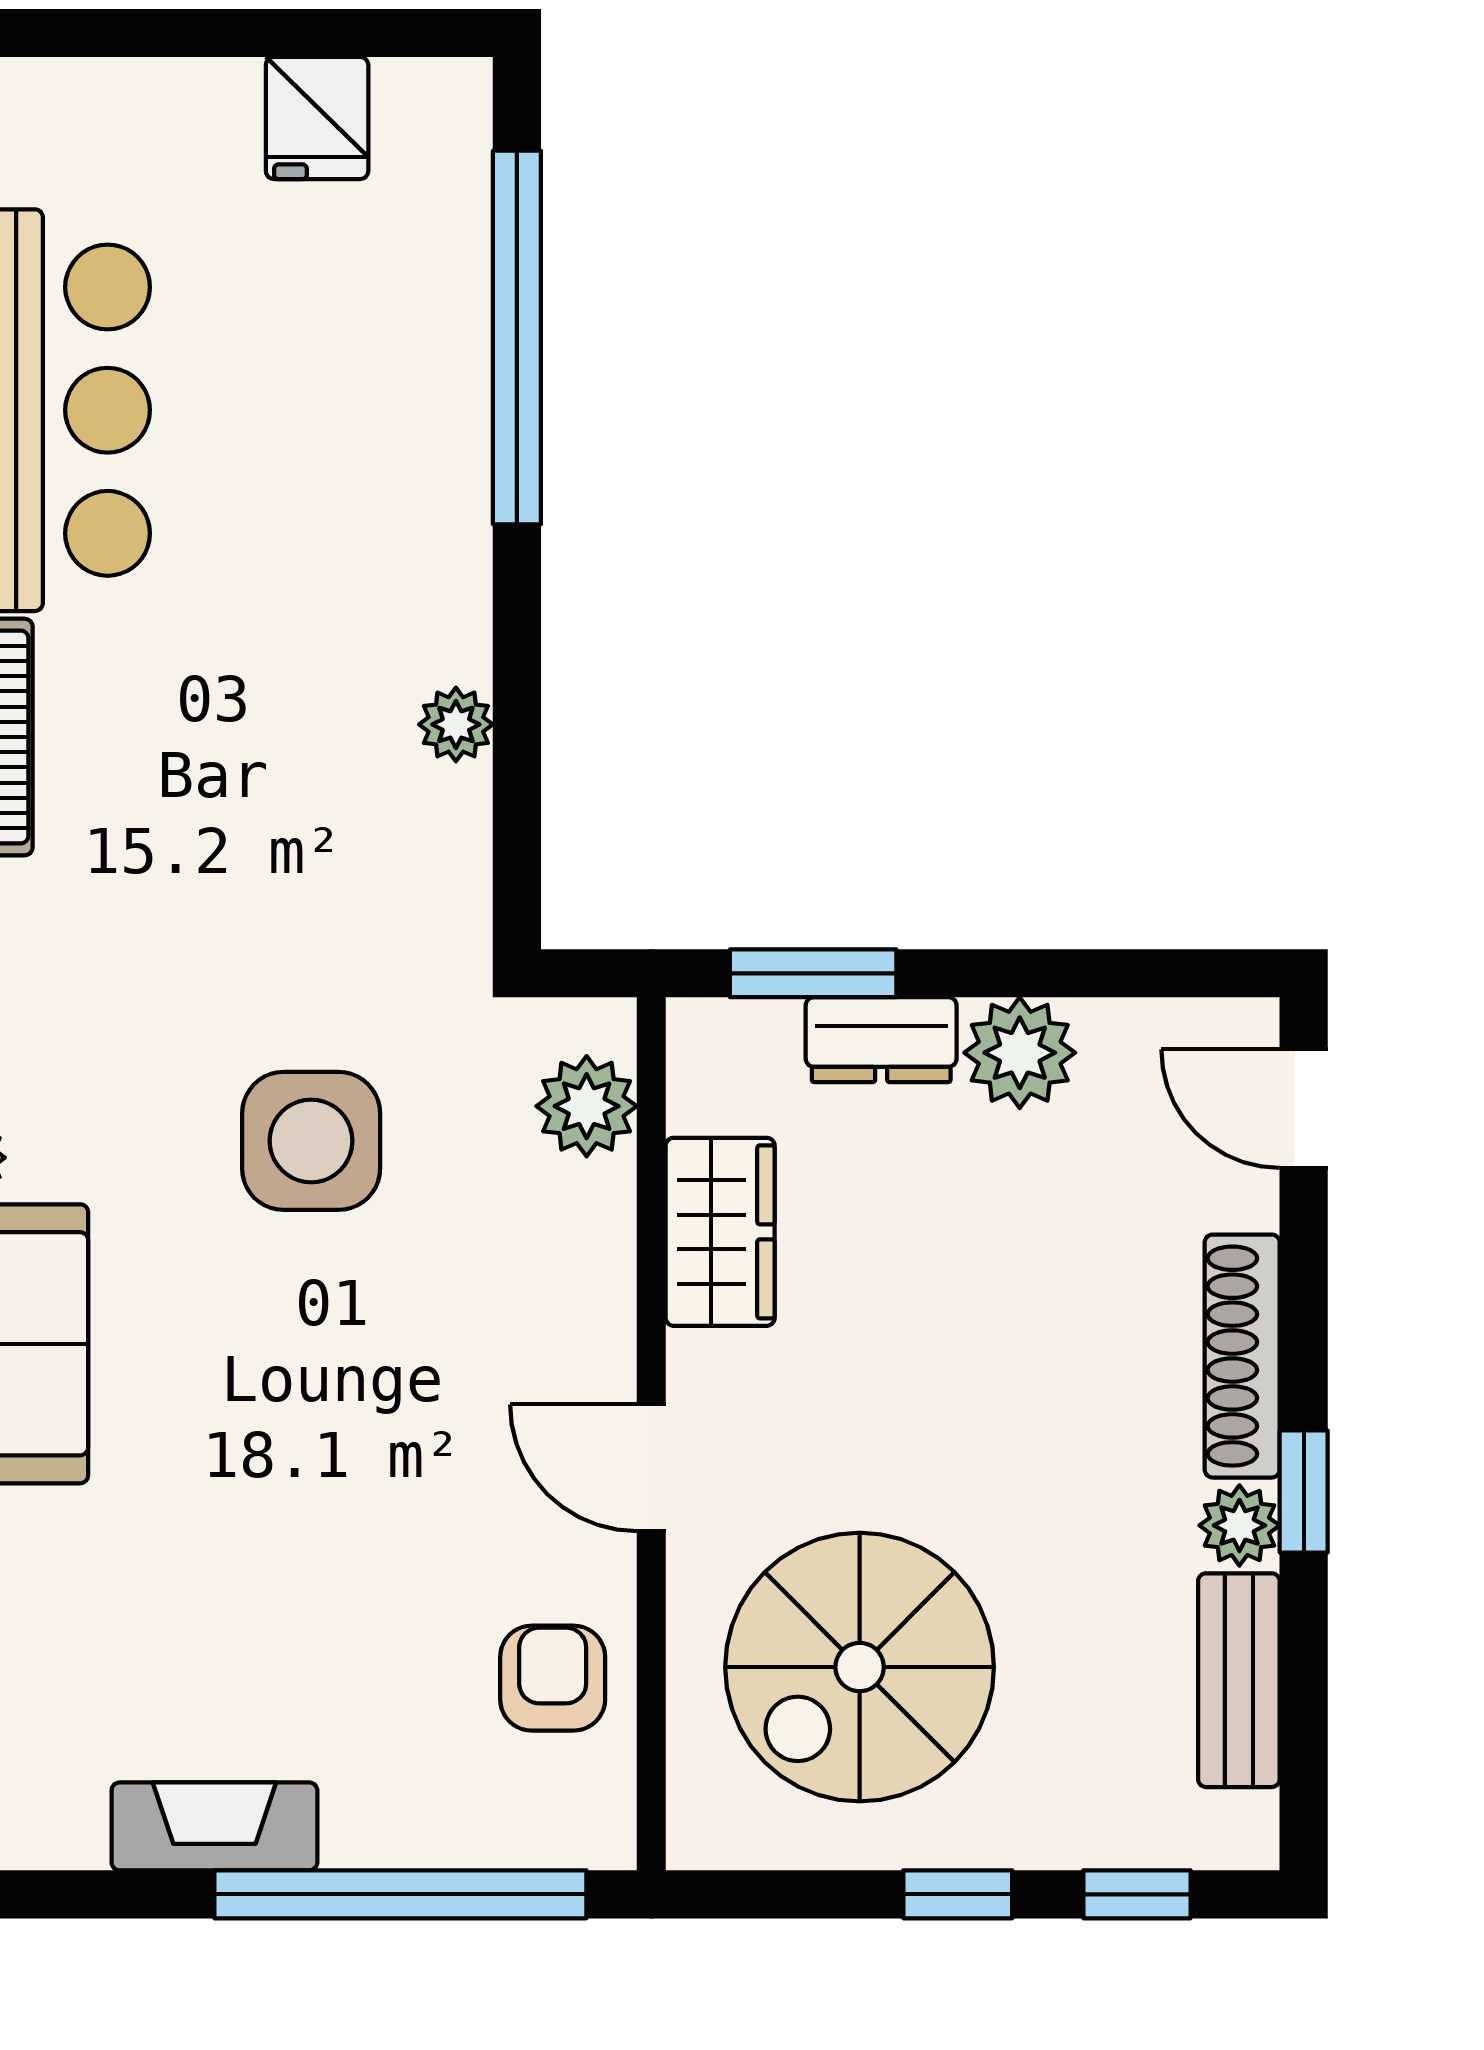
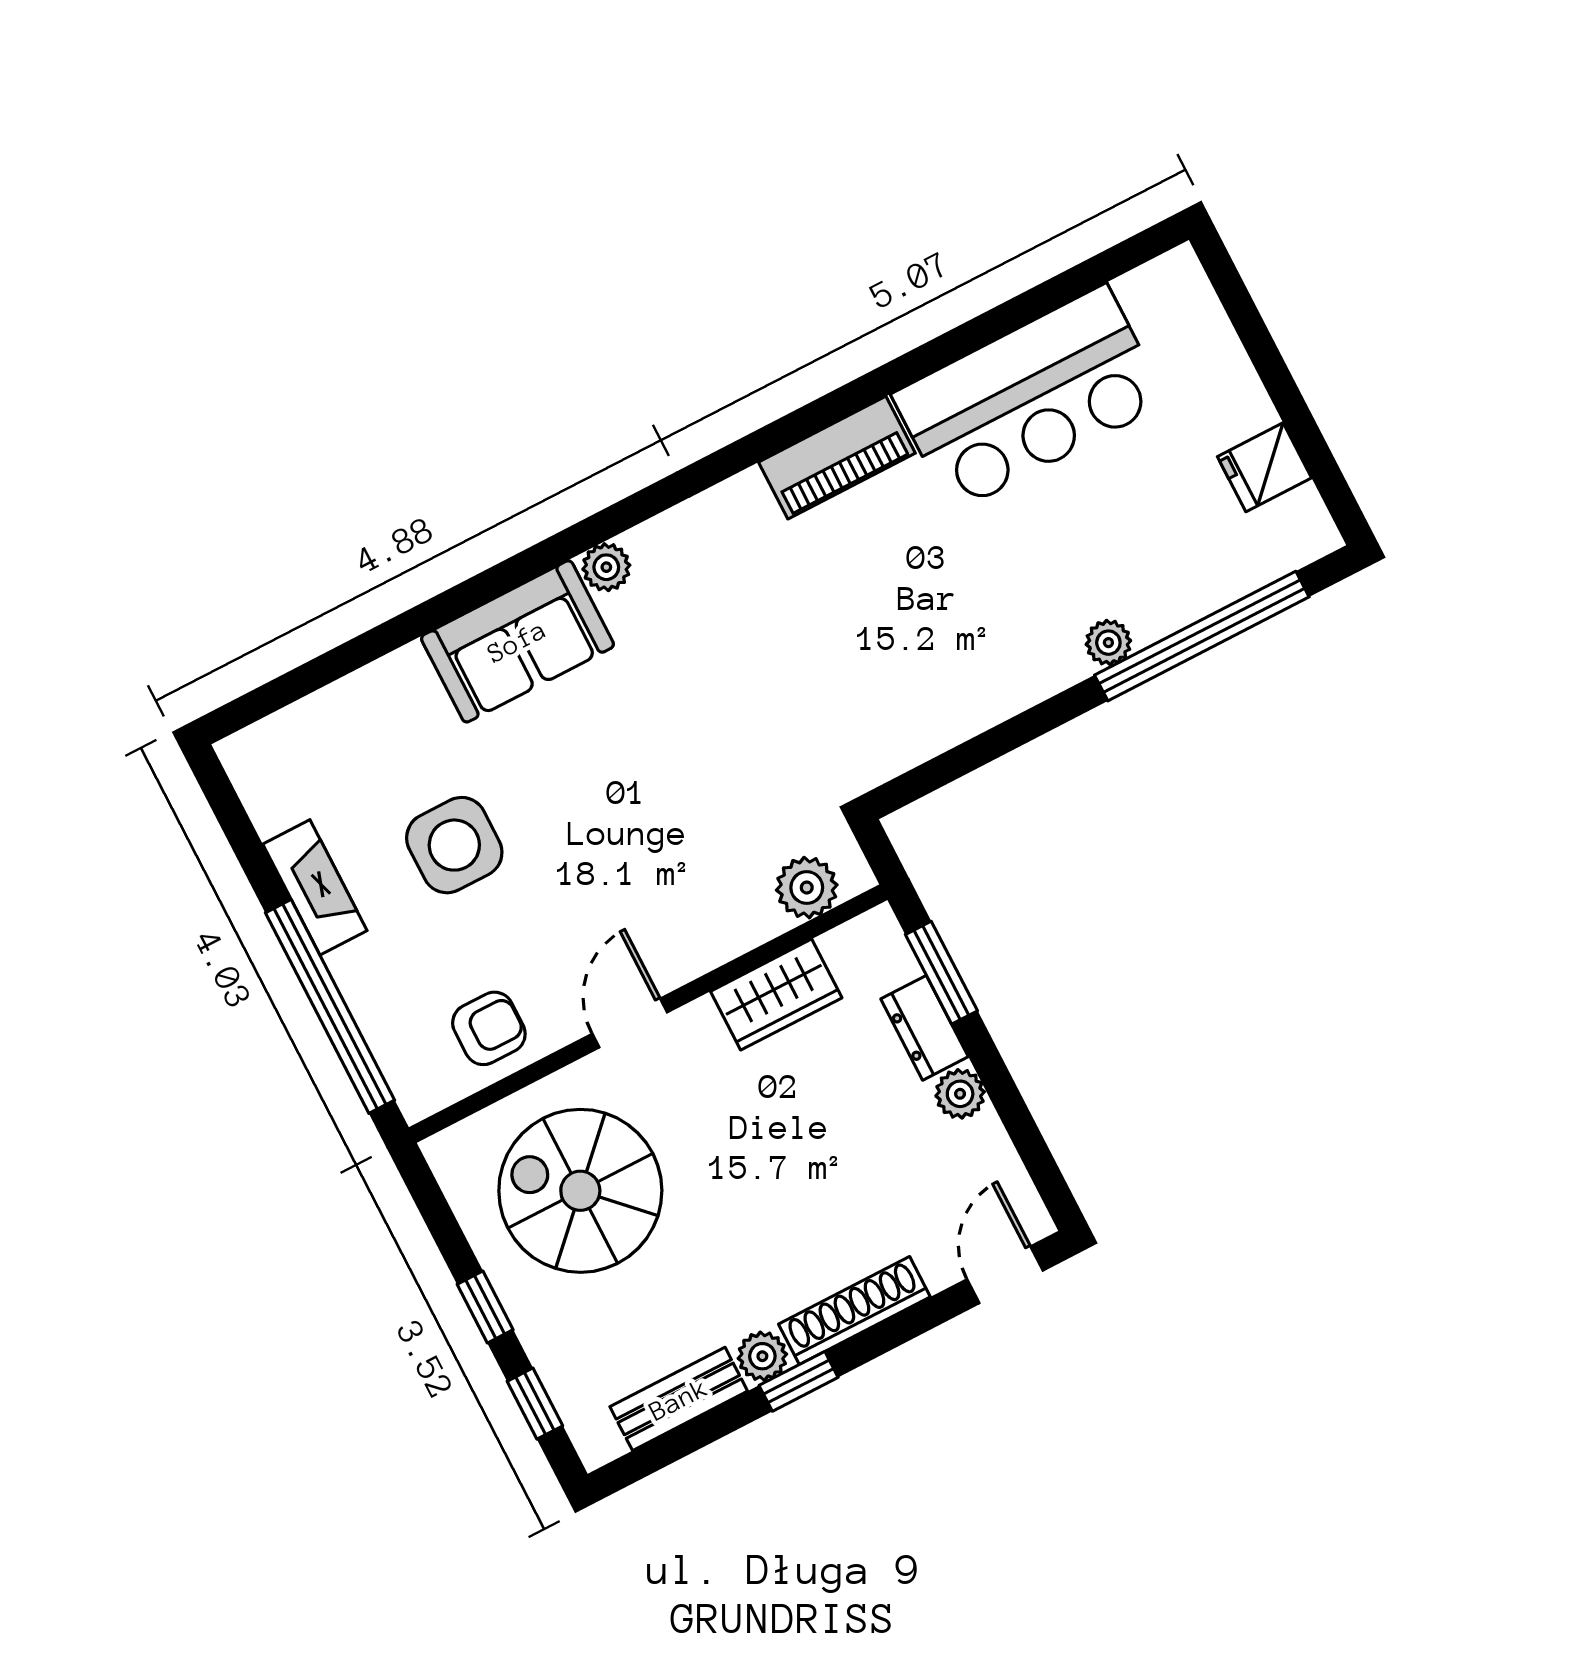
plant: (456, 724) -> (1108, 643), moved
plant: (1020, 1053) -> (960, 1094), width x0.73, depth x0.73
side table: (311, 1141) -> (454, 845), moved

